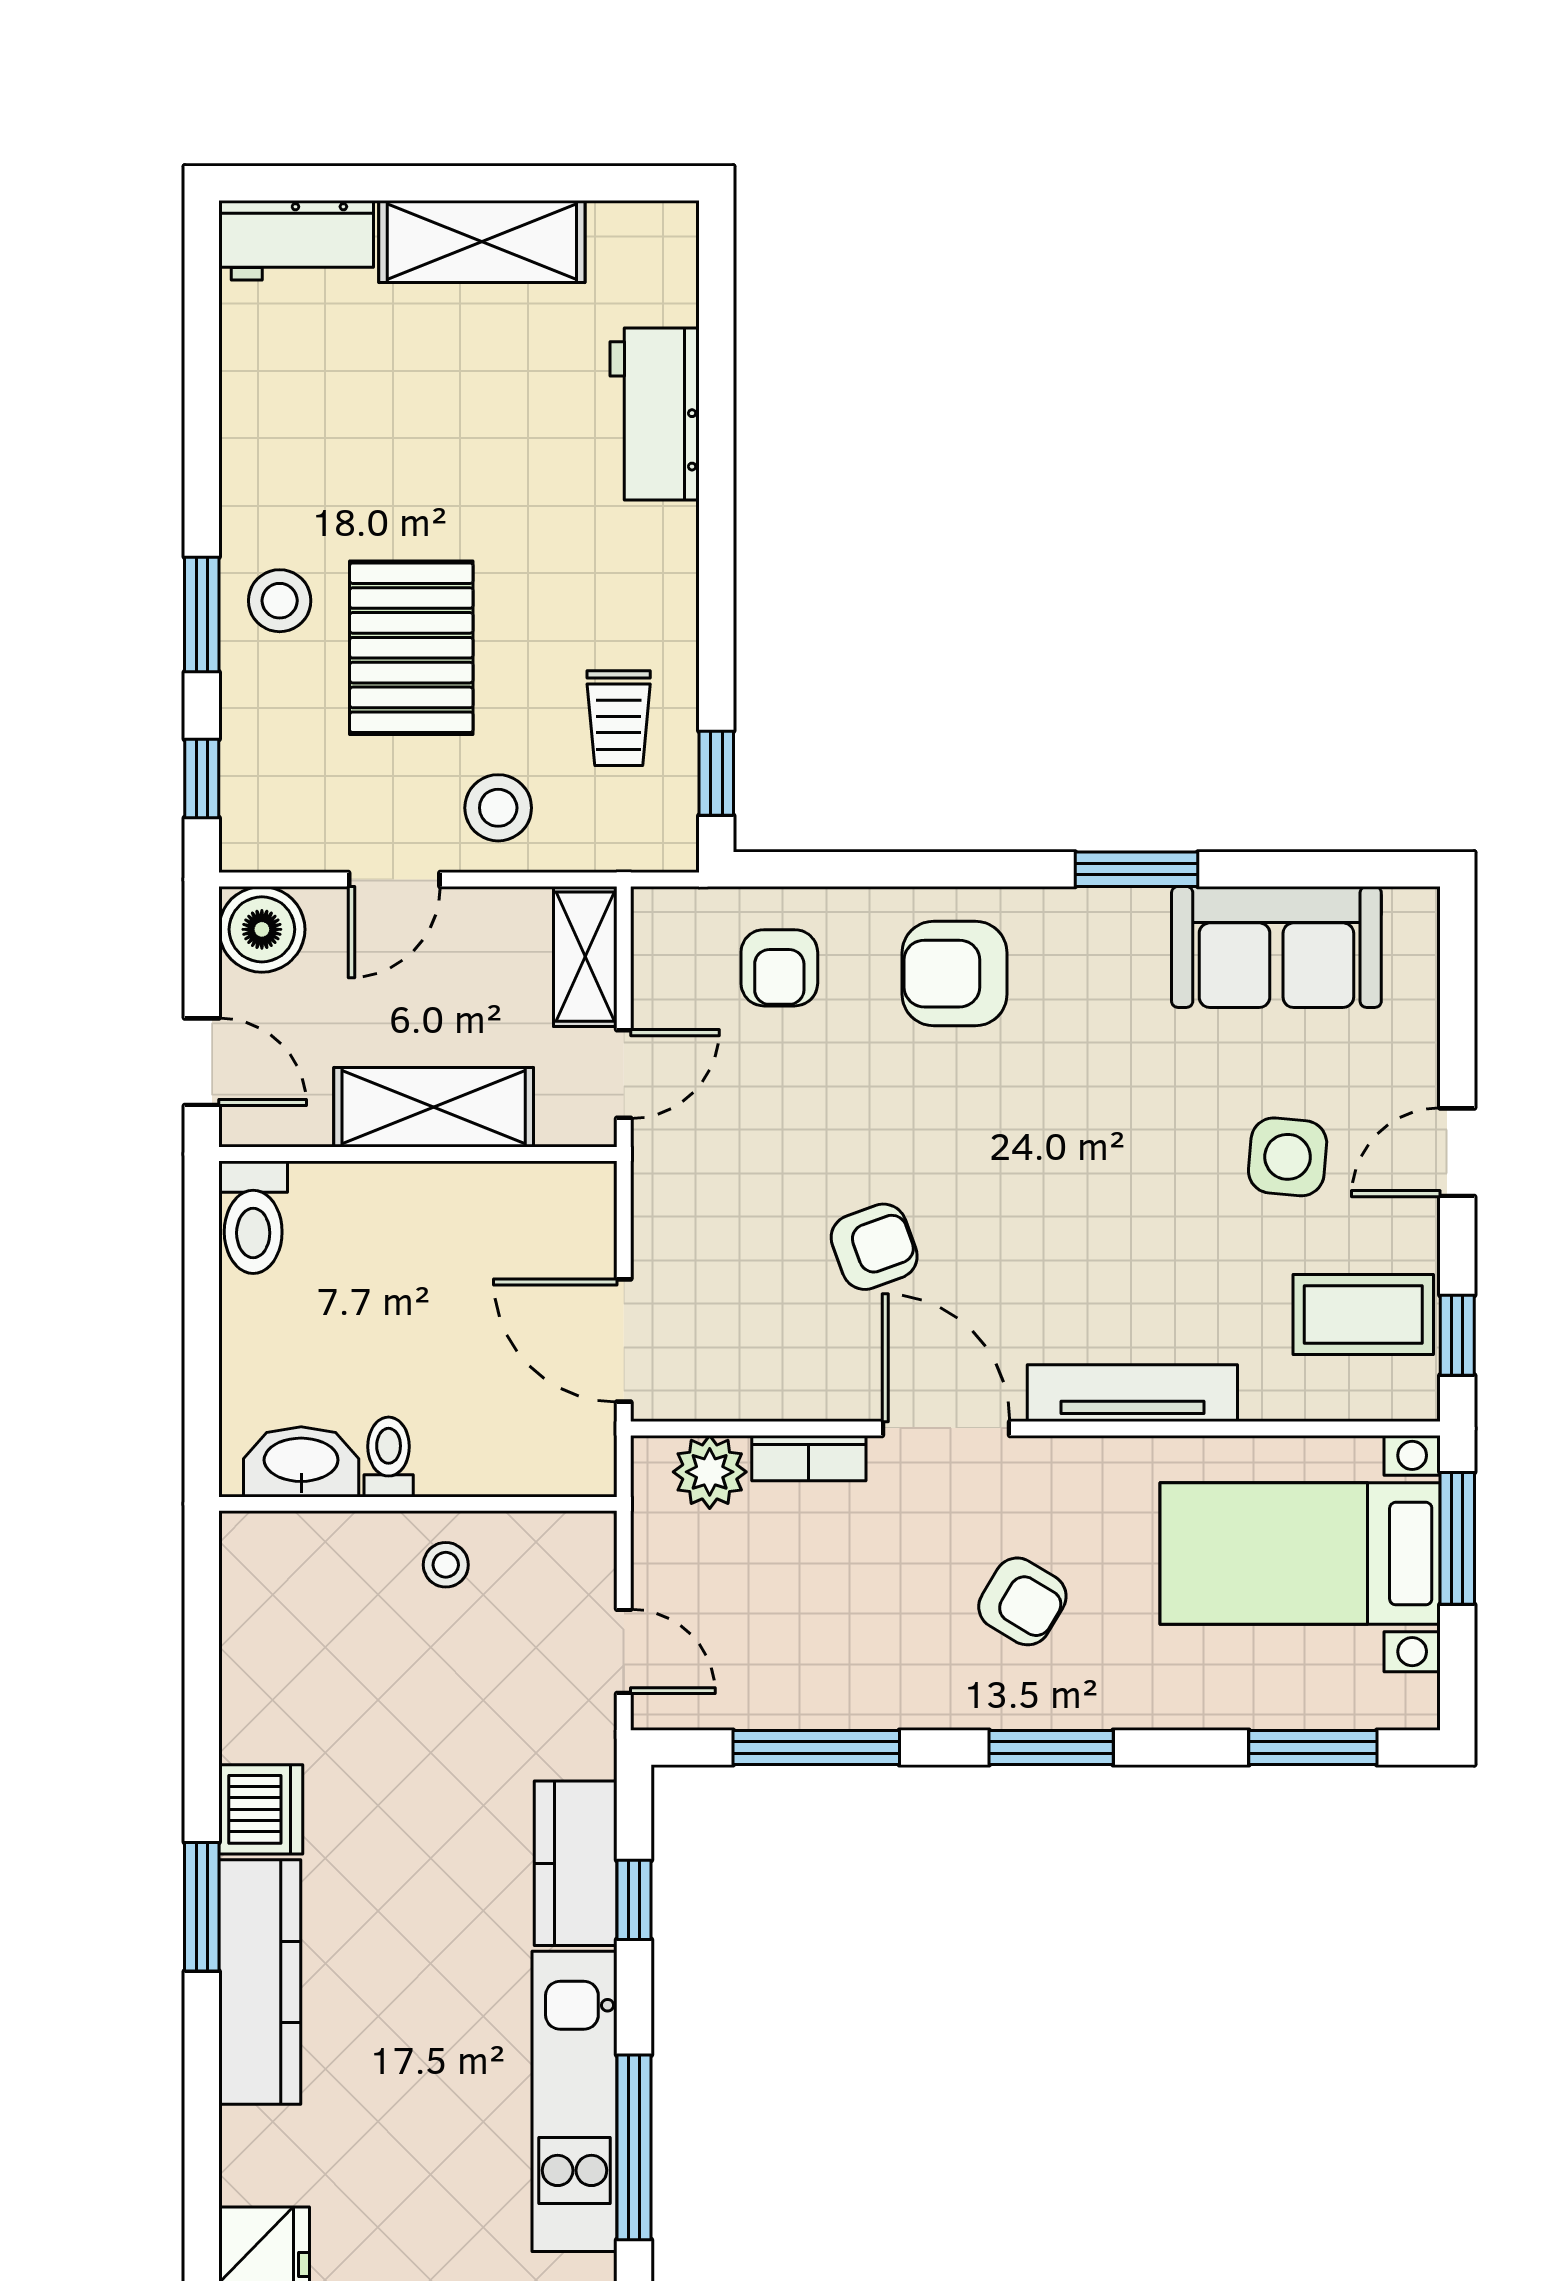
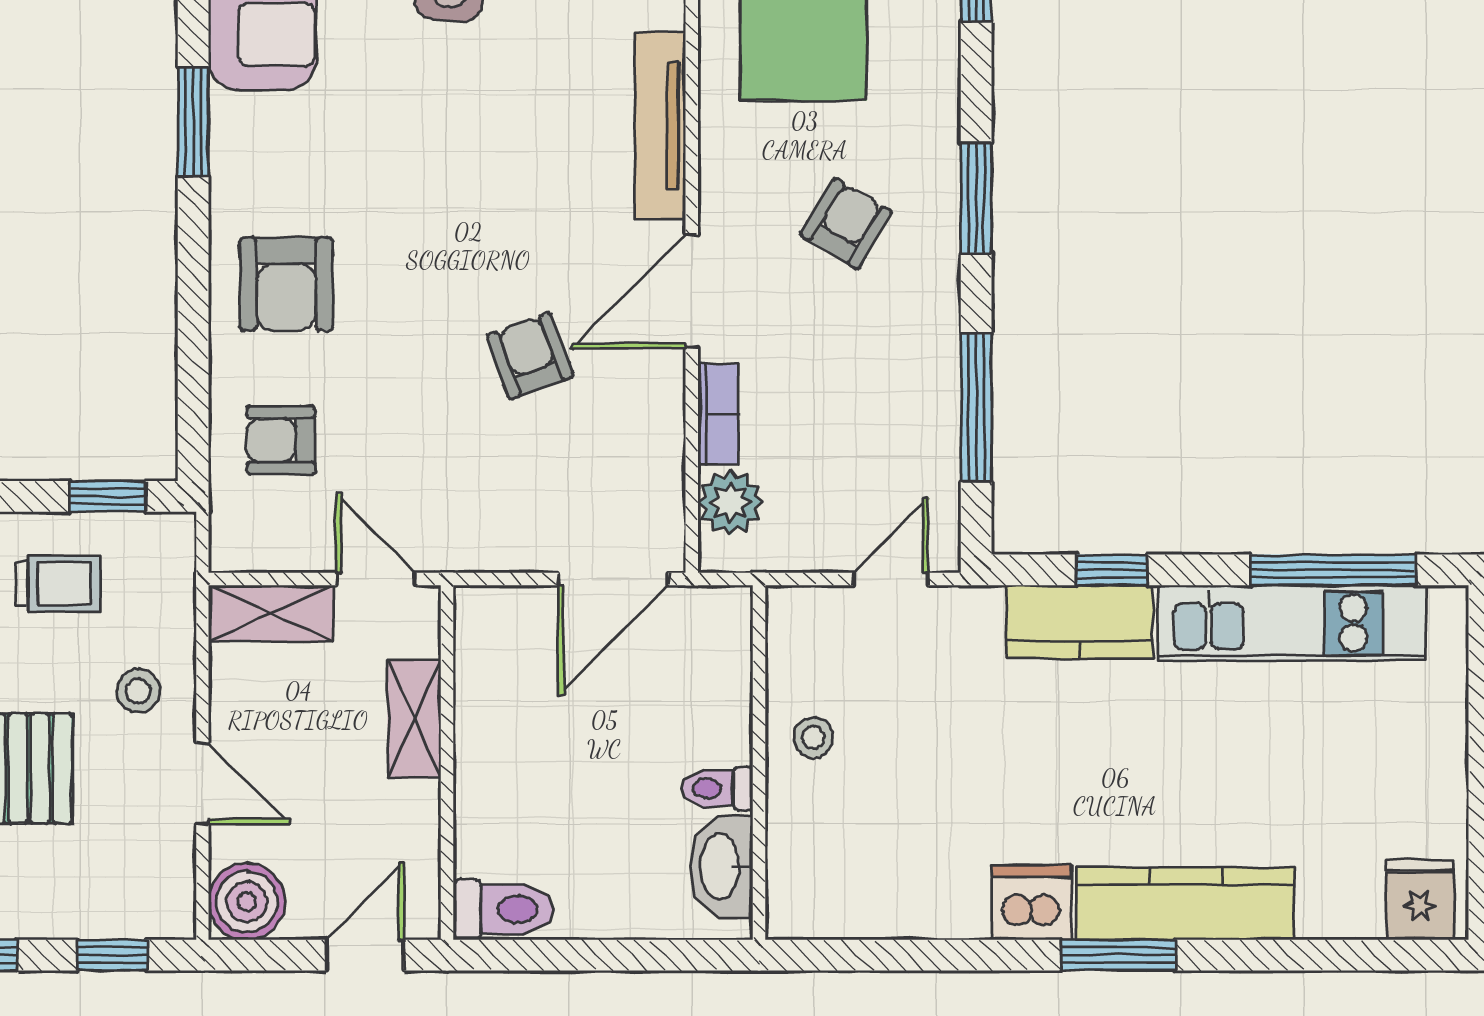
stool: (498, 808) -> (138, 691), width x0.73, depth x0.73
armchair: (779, 968) -> (281, 440), turned 180
shelving: (434, 1107) -> (414, 719), width x0.67, depth x0.75

